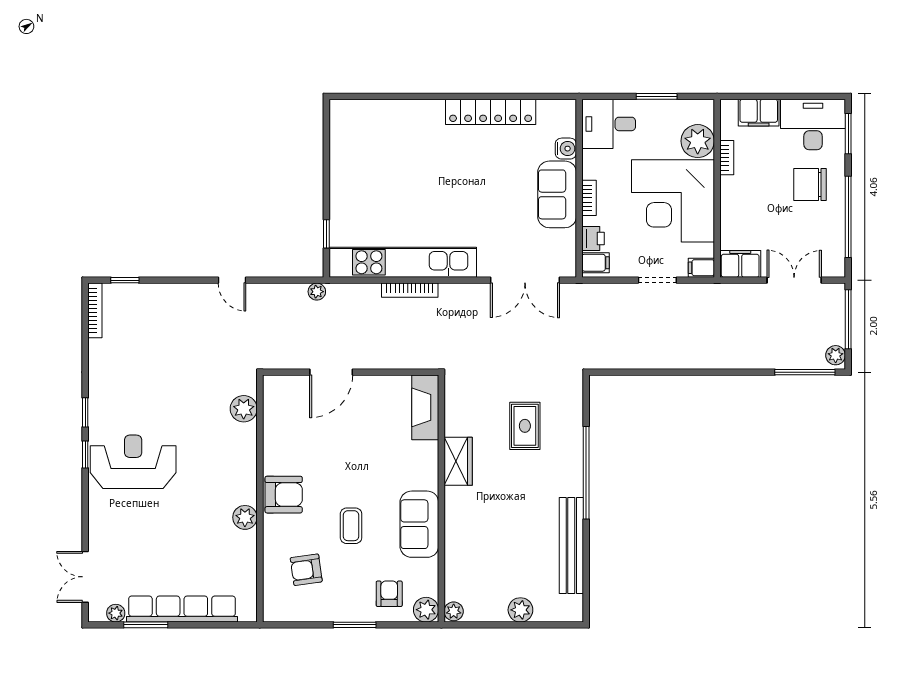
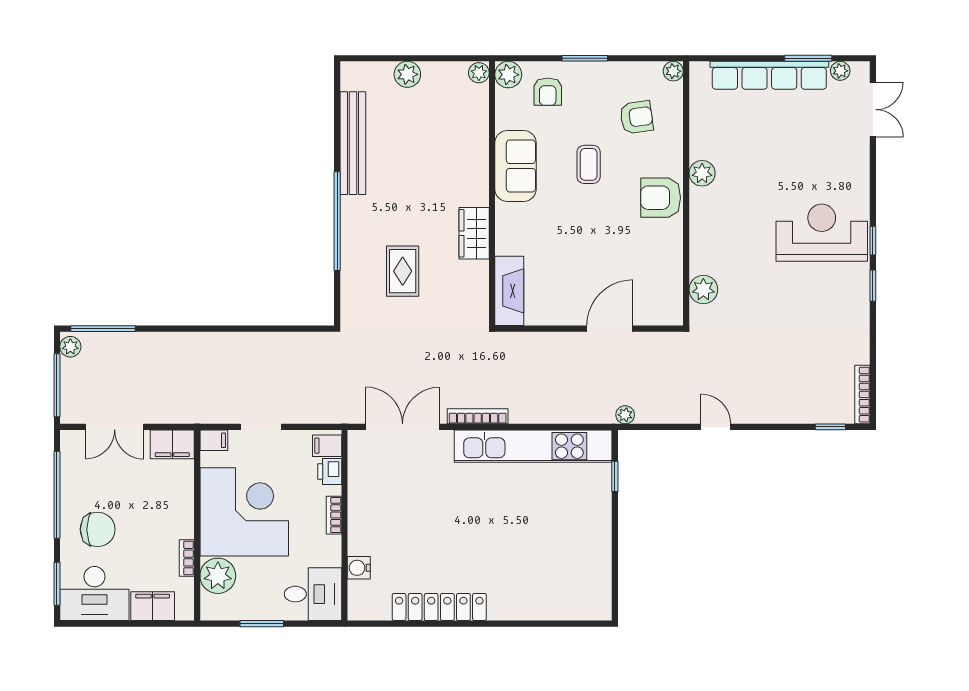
sofa: (557, 194) -> (368, 519), removed
bookcase: (410, 290) -> (478, 416), moved
reception desk: (133, 462) -> (822, 233), turned 180
plant: (272, 613) -> (673, 71), added

